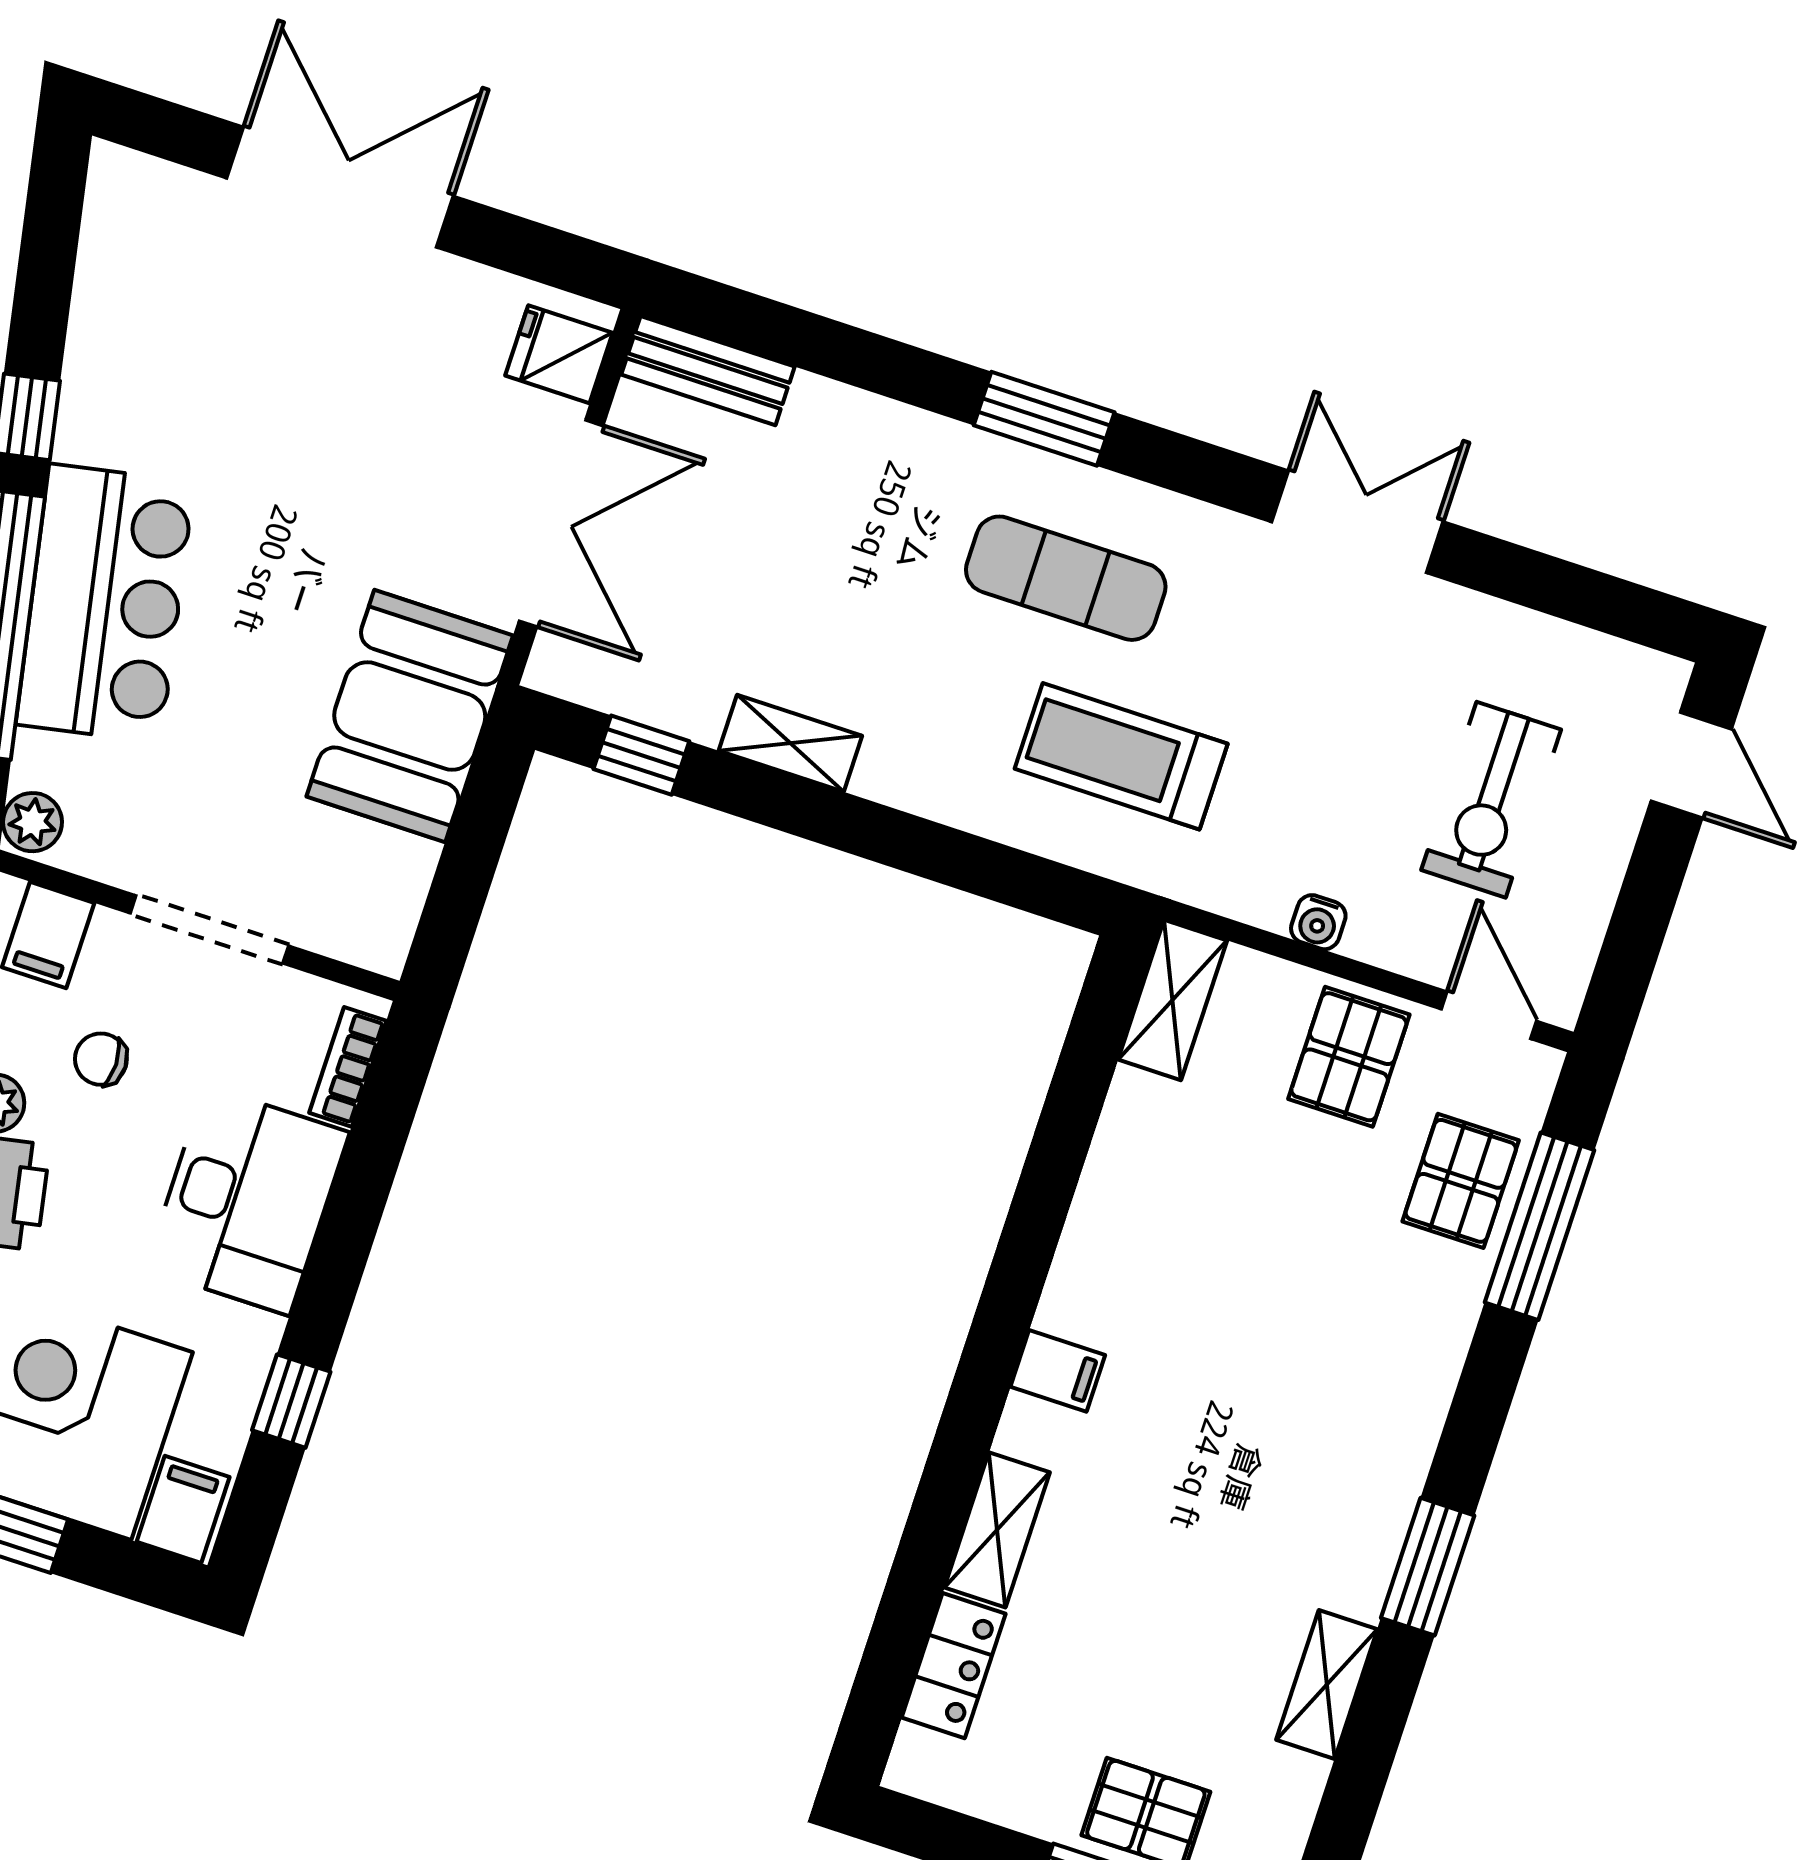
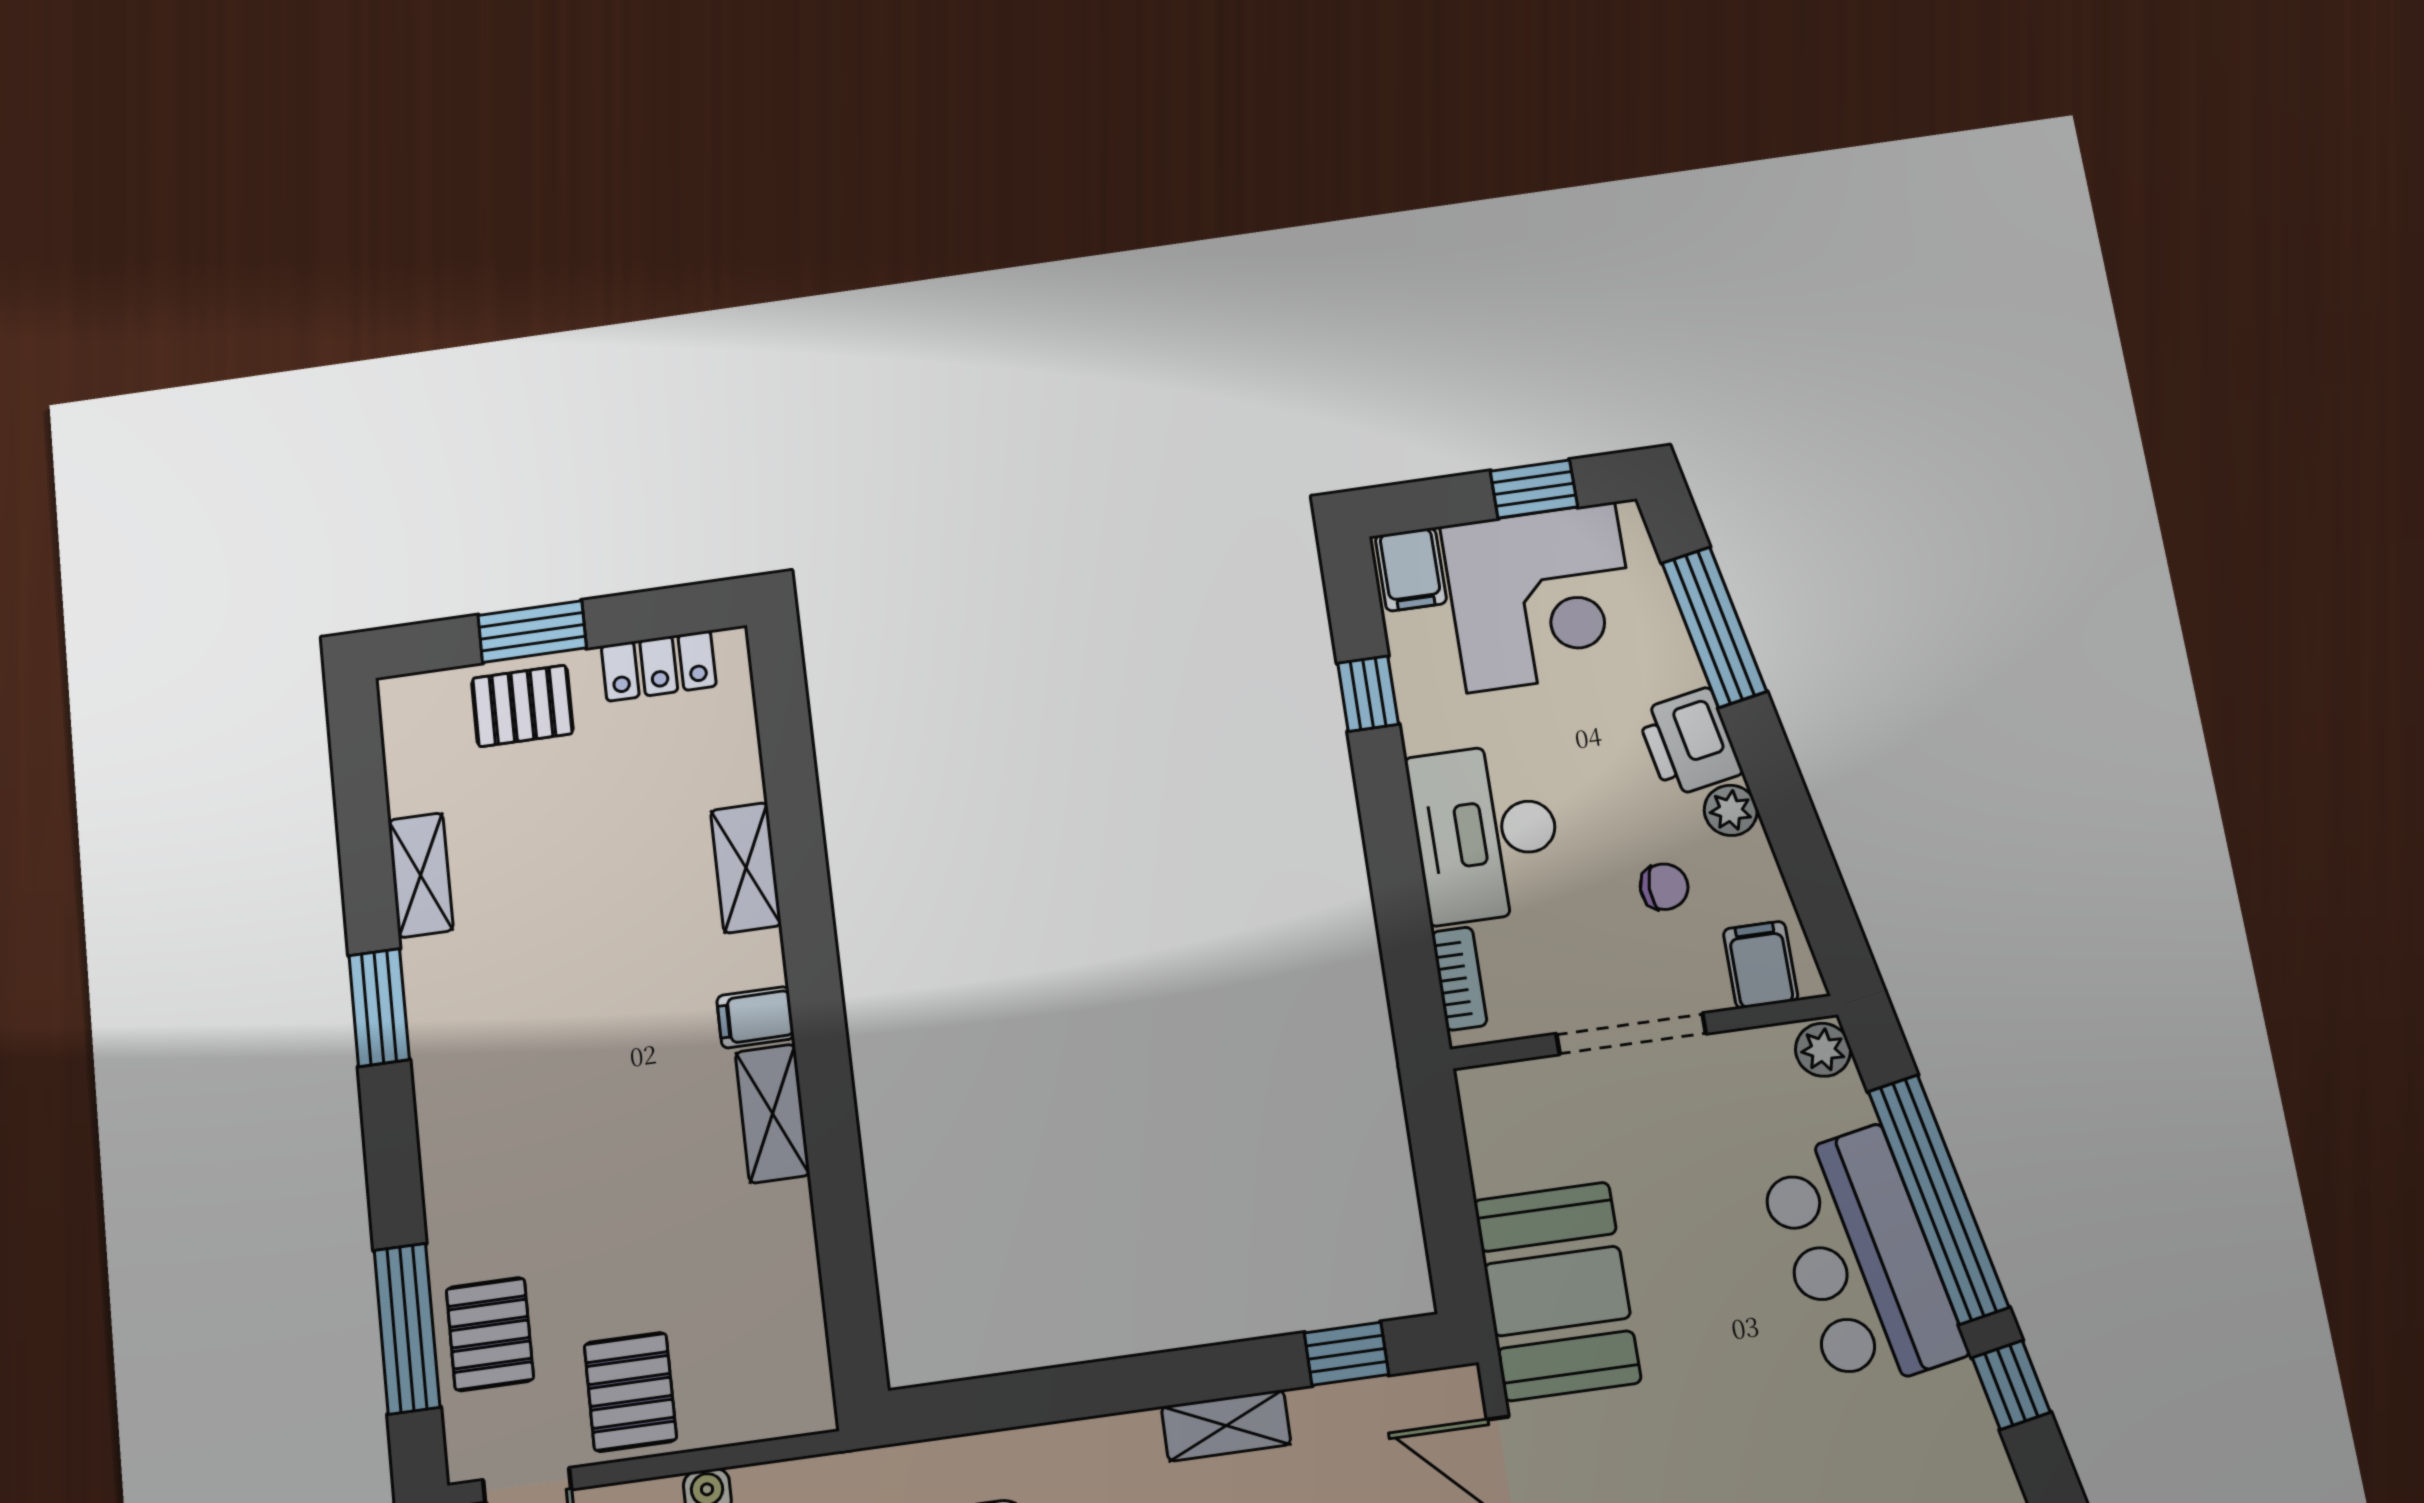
shelving: (1173, 1000) -> (772, 1114), moved
locker: (954, 1666) -> (659, 666), moved, turned -90

